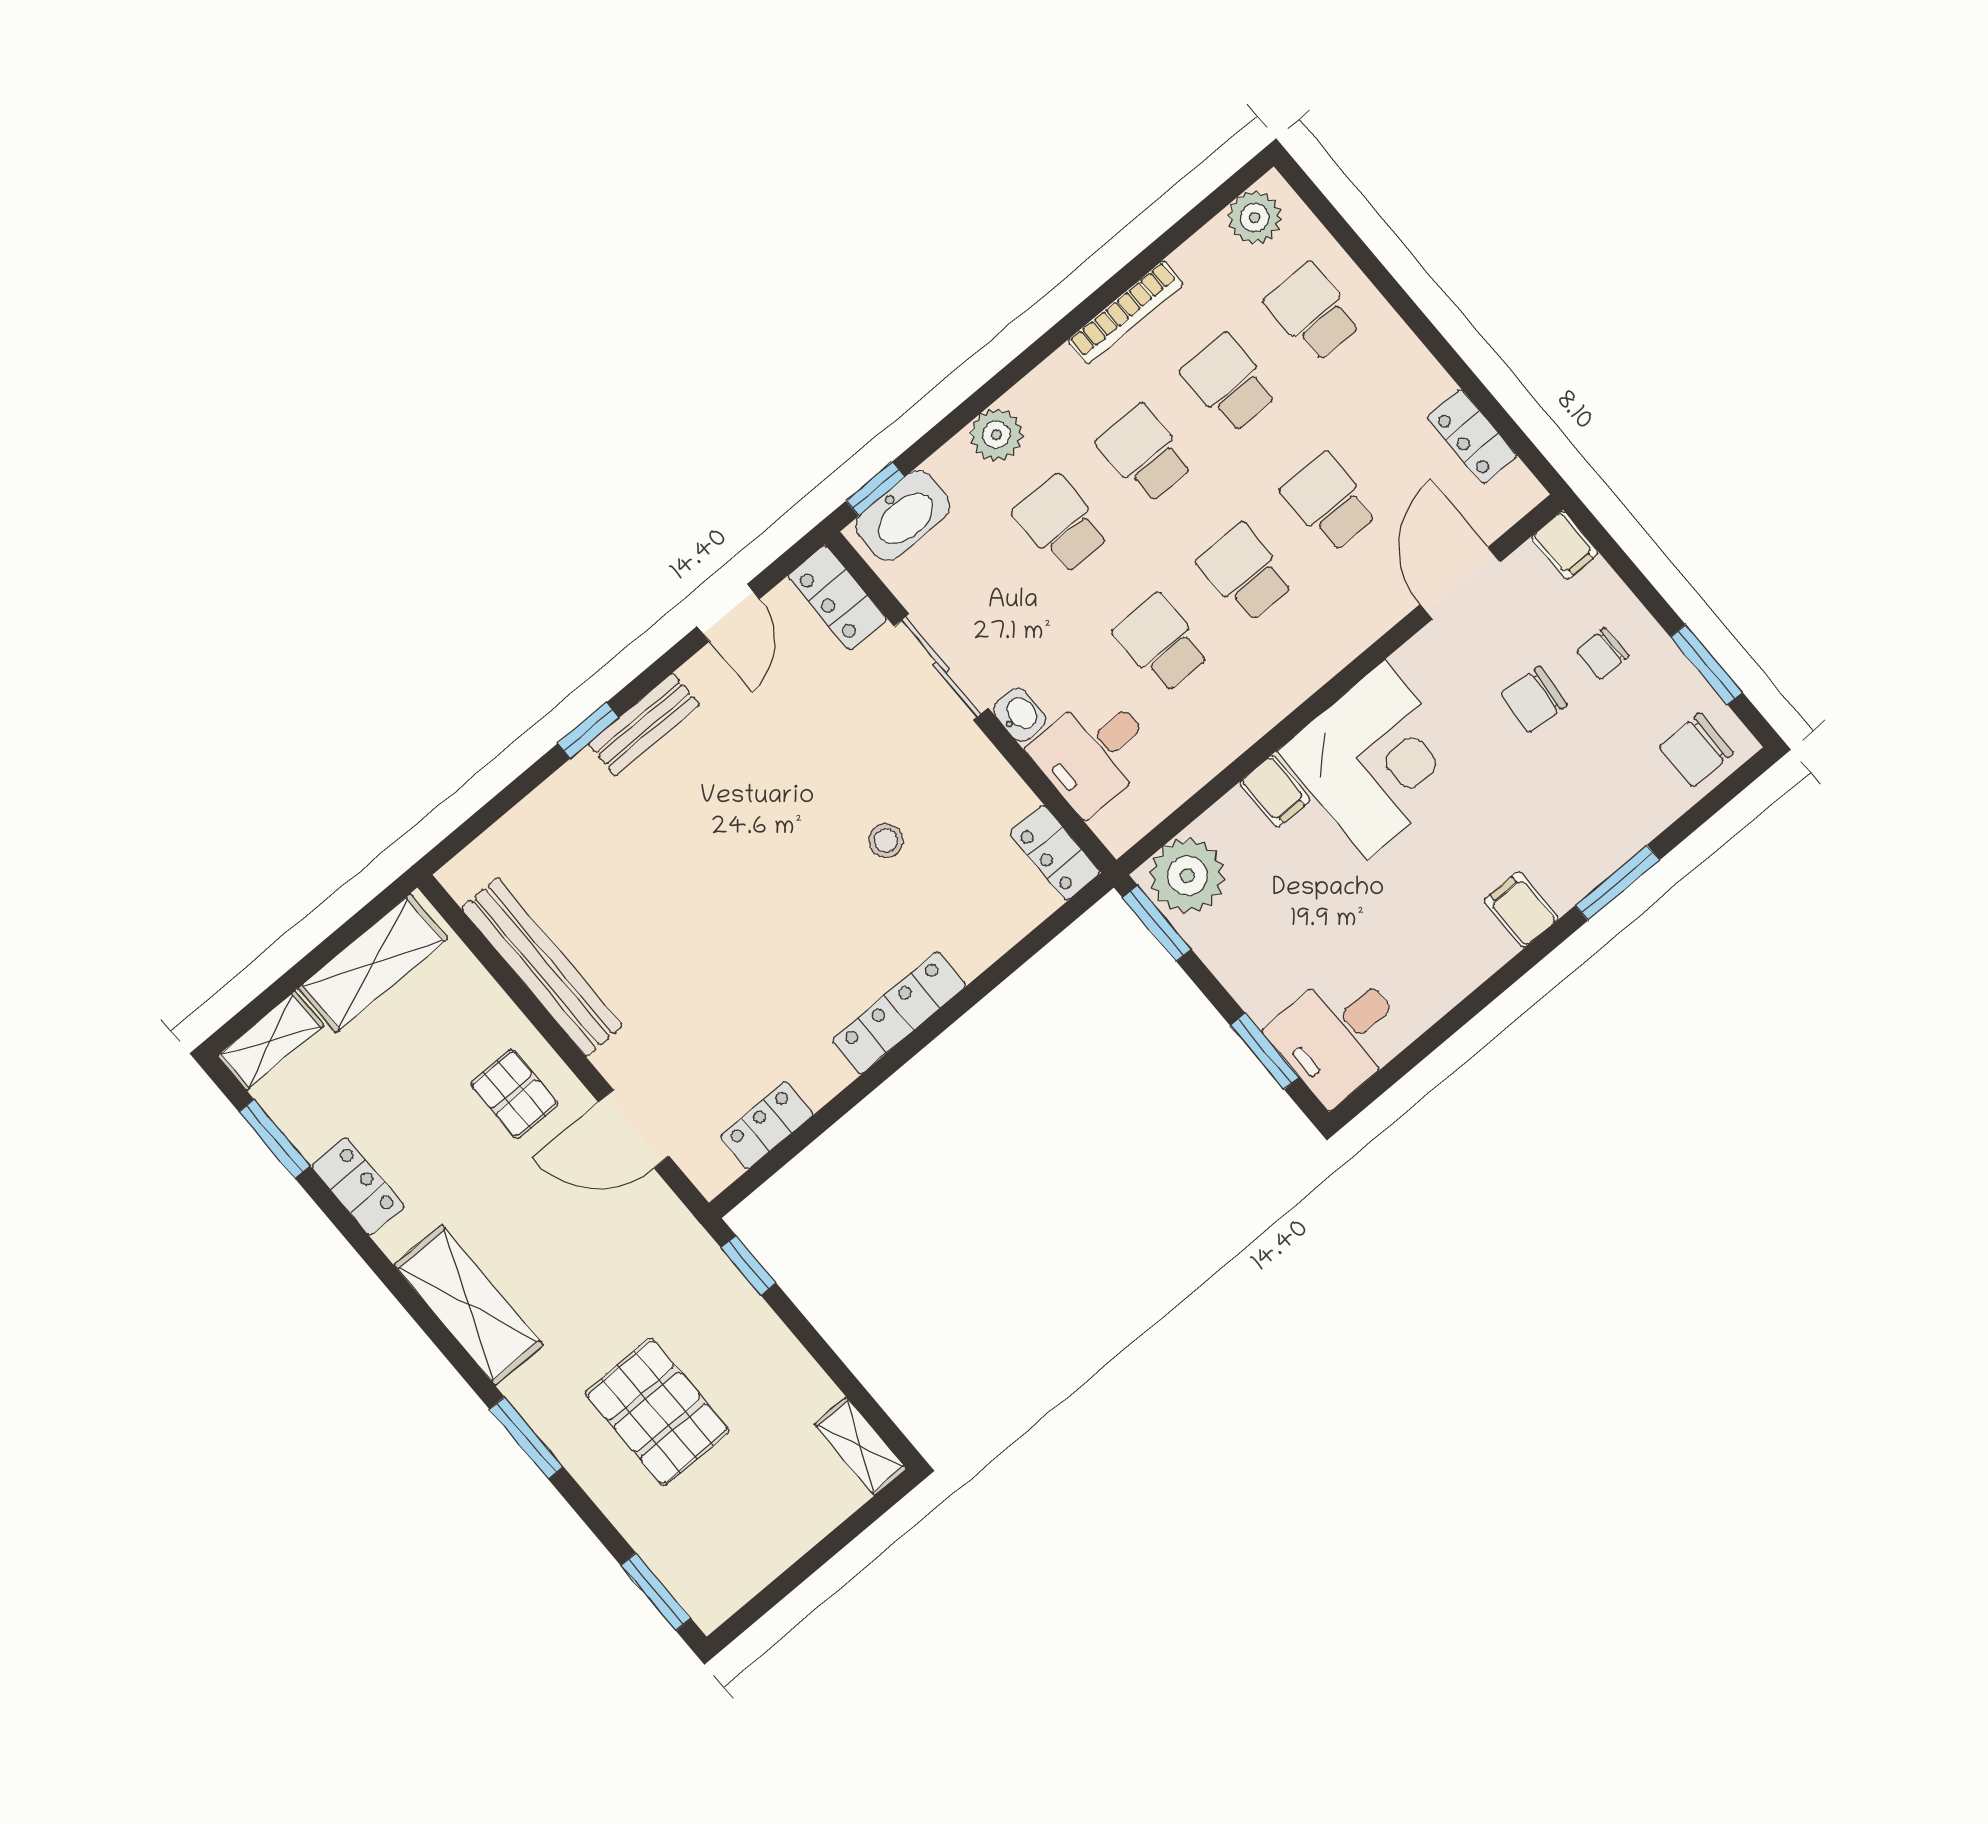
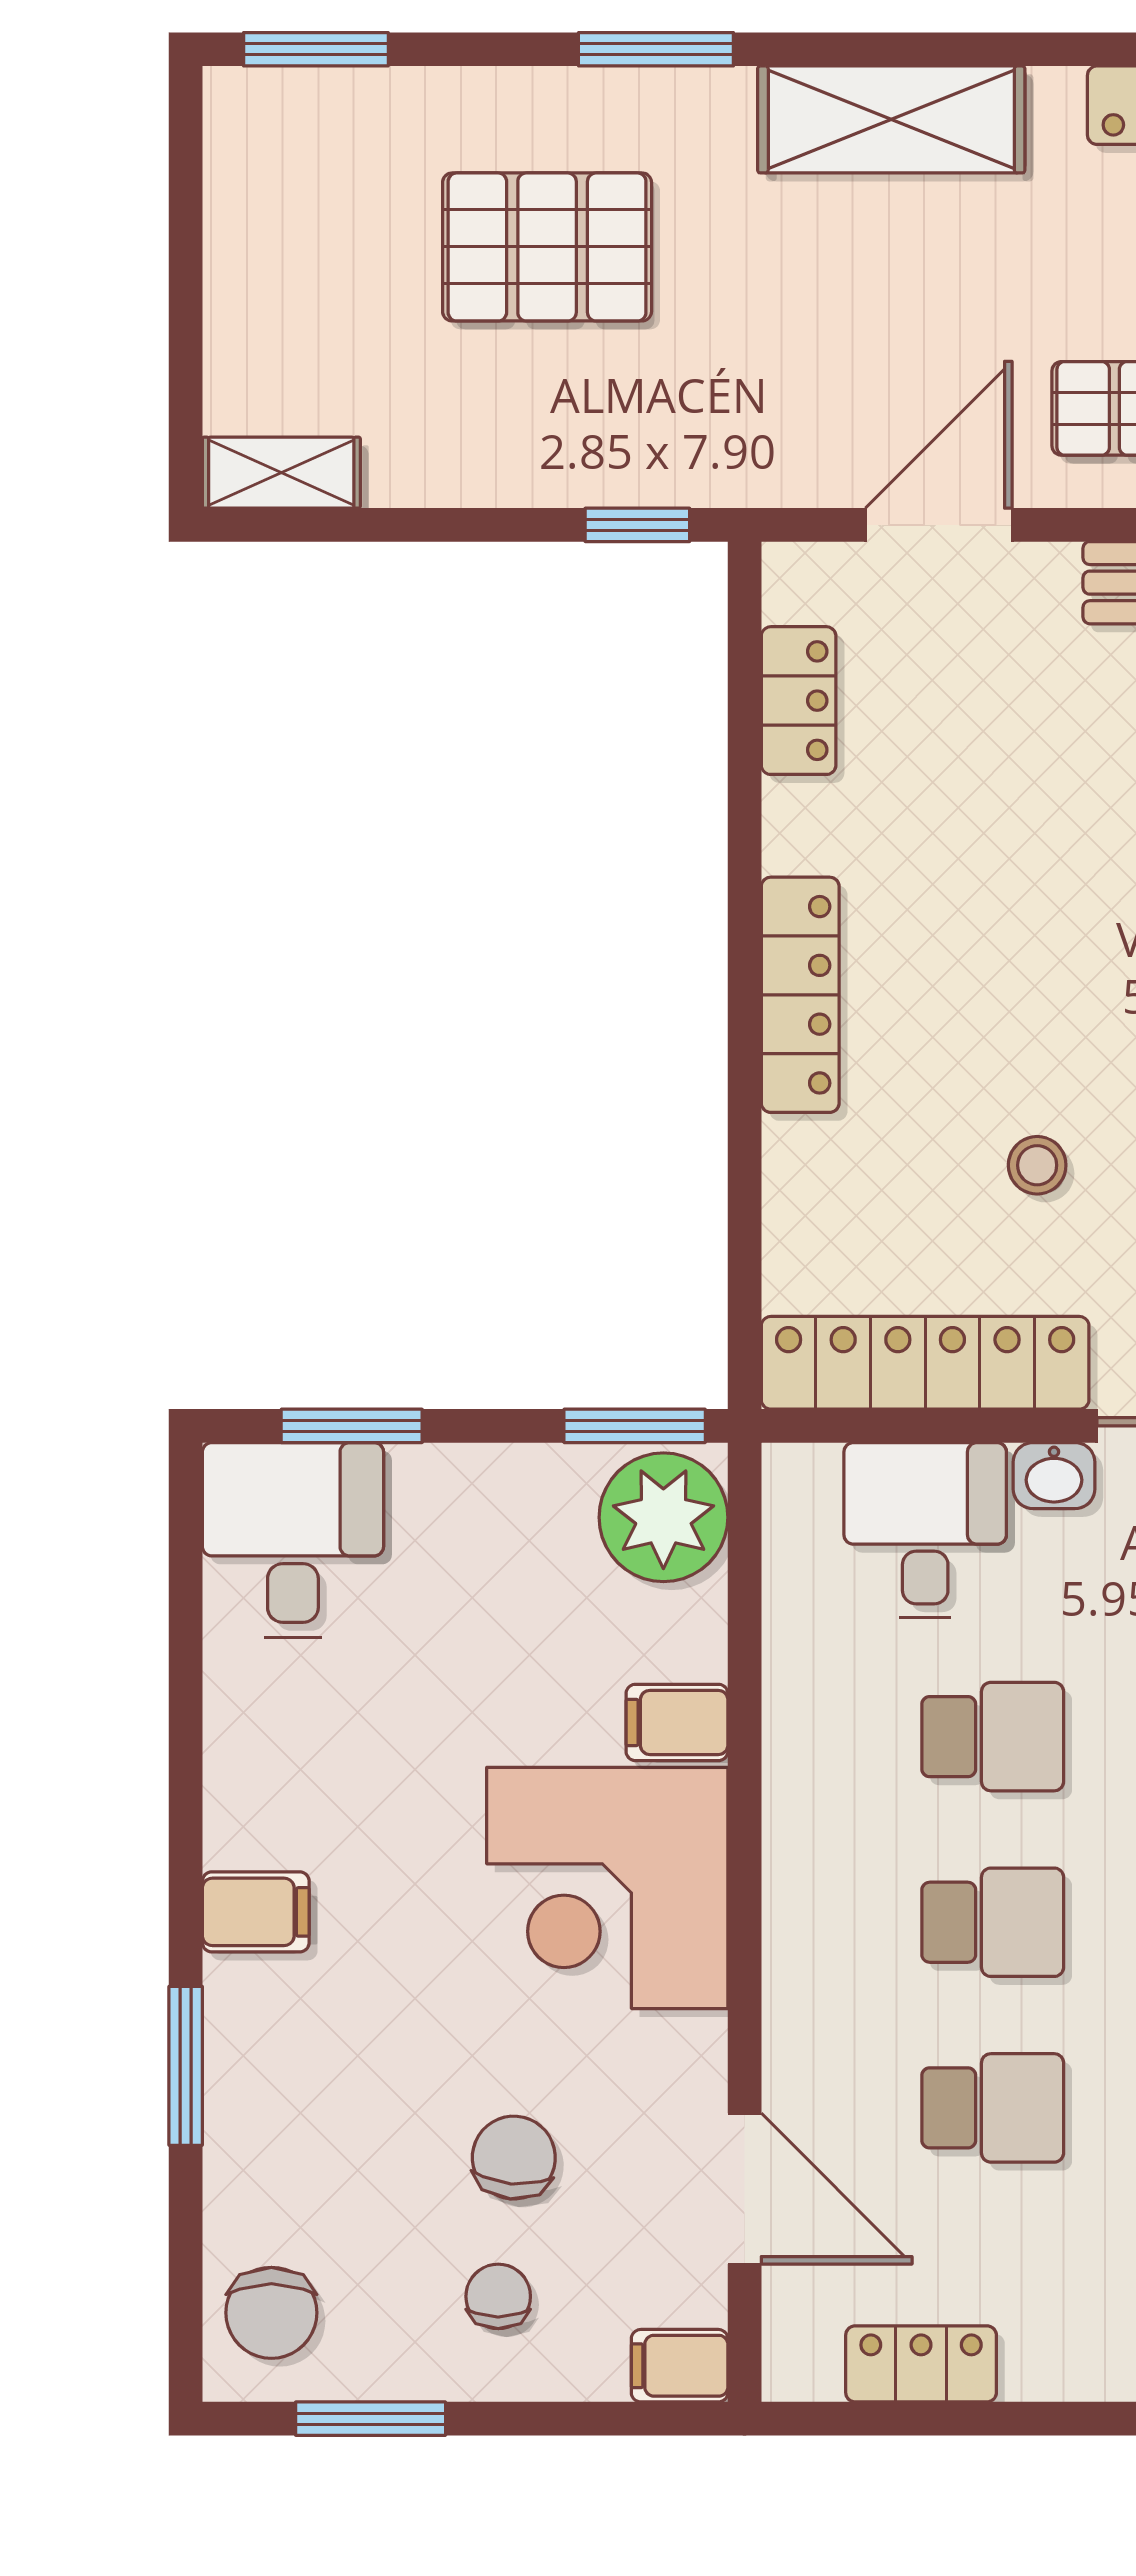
chair: (1696, 750) -> (271, 2313), turned 180
locker: (1055, 853) -> (925, 1363), width x2.16, depth x1.21

